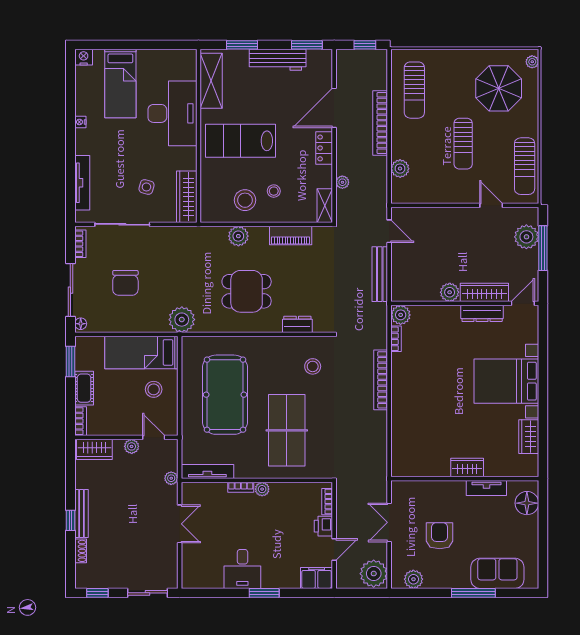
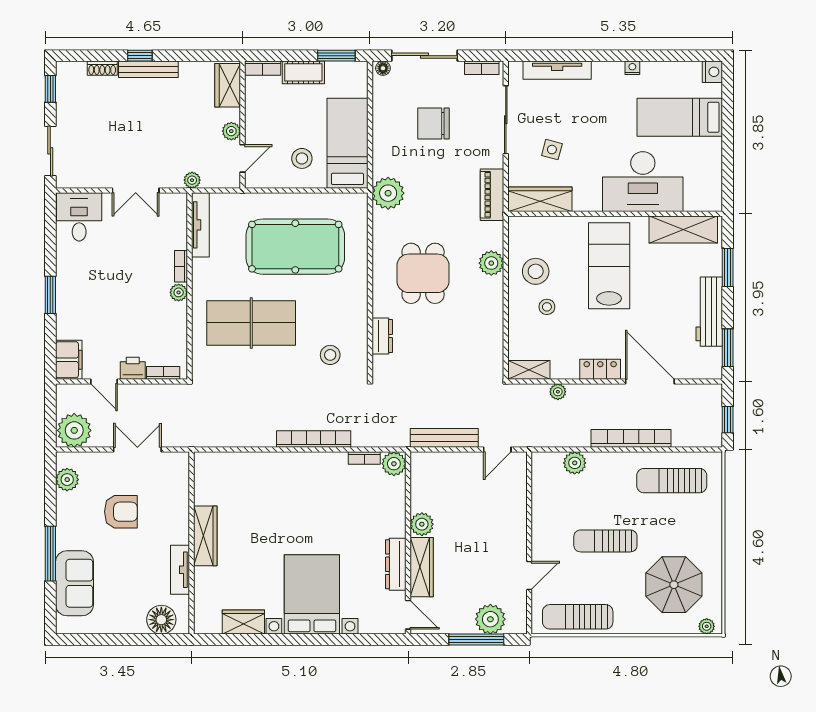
piano: (291, 235) -> (492, 195), moved
wardrobe: (467, 467) -> (205, 536), width x1.50
desk: (242, 569) -> (79, 217), moved, turned 90

